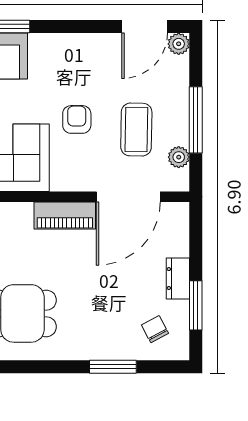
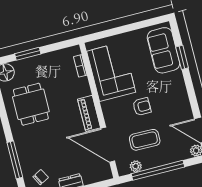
window: (196, 120) -> (158, 170), width x1.46
window: (113, 367) -> (15, 160), width x1.44

